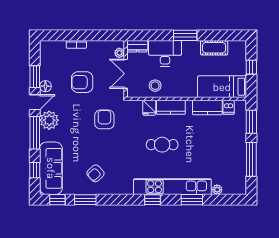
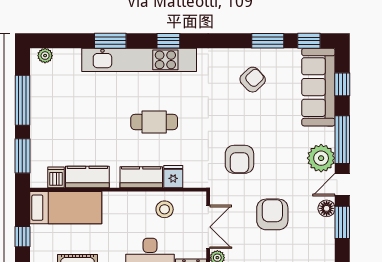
armchair: (82, 82) -> (272, 214), turned -90
plant: (217, 190) -> (45, 56), moved

